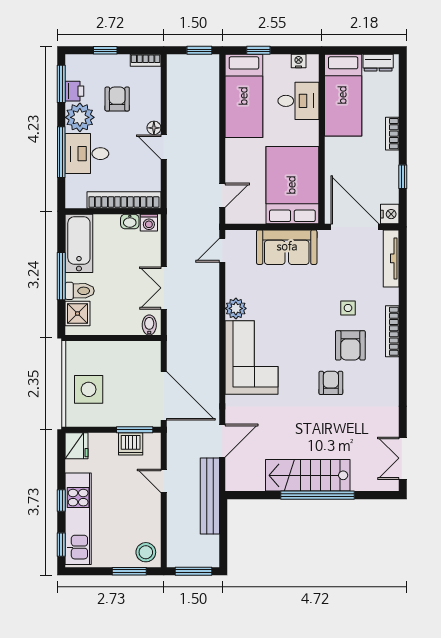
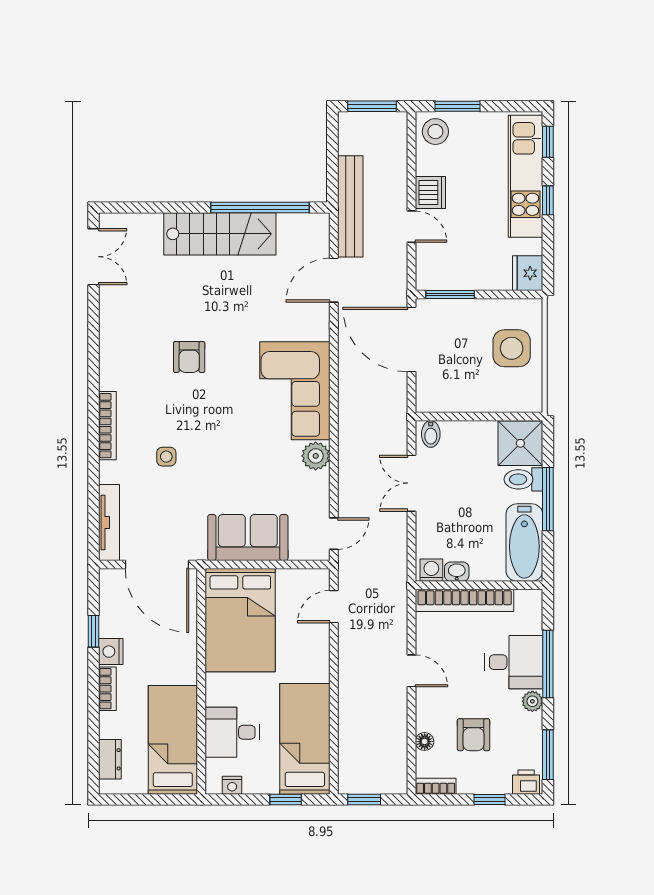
dresser: (378, 63) -> (110, 759), moved, turned 90
printer: (74, 91) -> (526, 782), moved, turned 90
plant: (80, 117) -> (532, 701), width x0.53, depth x0.53
floor lamp: (154, 128) -> (425, 742), moved
nightstand: (390, 214) -> (111, 652), moved
double door: (164, 288) -> (412, 483), swing flipped
shower: (78, 314) -> (520, 443), width x1.36, depth x1.36
armchair: (350, 345) -> (163, 407), removed
dishwasher: (131, 444) -> (430, 193), moved, turned 90
window: (317, 495) -> (260, 208), moved

